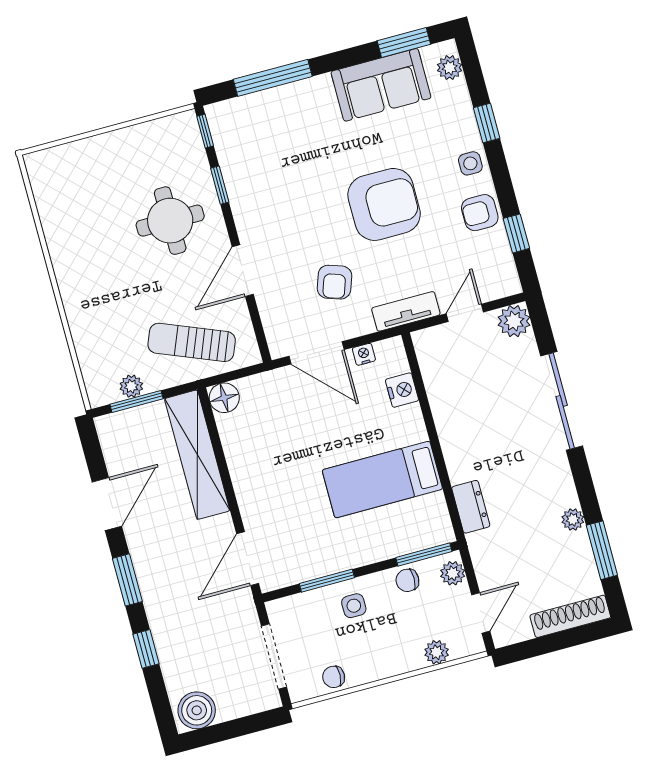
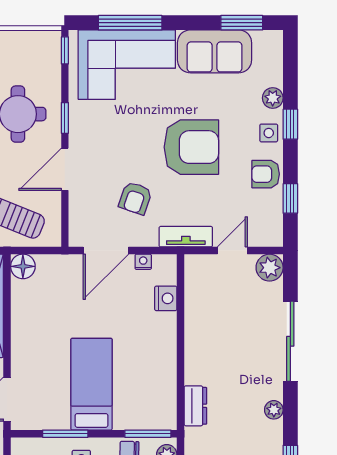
plant: (450, 68) -> (273, 98), moved
window: (487, 123) -> (290, 124), moved
corner sofa: (282, 128) -> (127, 65), added
window: (220, 185) -> (65, 118), moved
door: (317, 353) -> (106, 250), hinge flipped
bed: (382, 479) -> (91, 384), moved, turned 90
plant: (573, 519) -> (274, 410), moved

